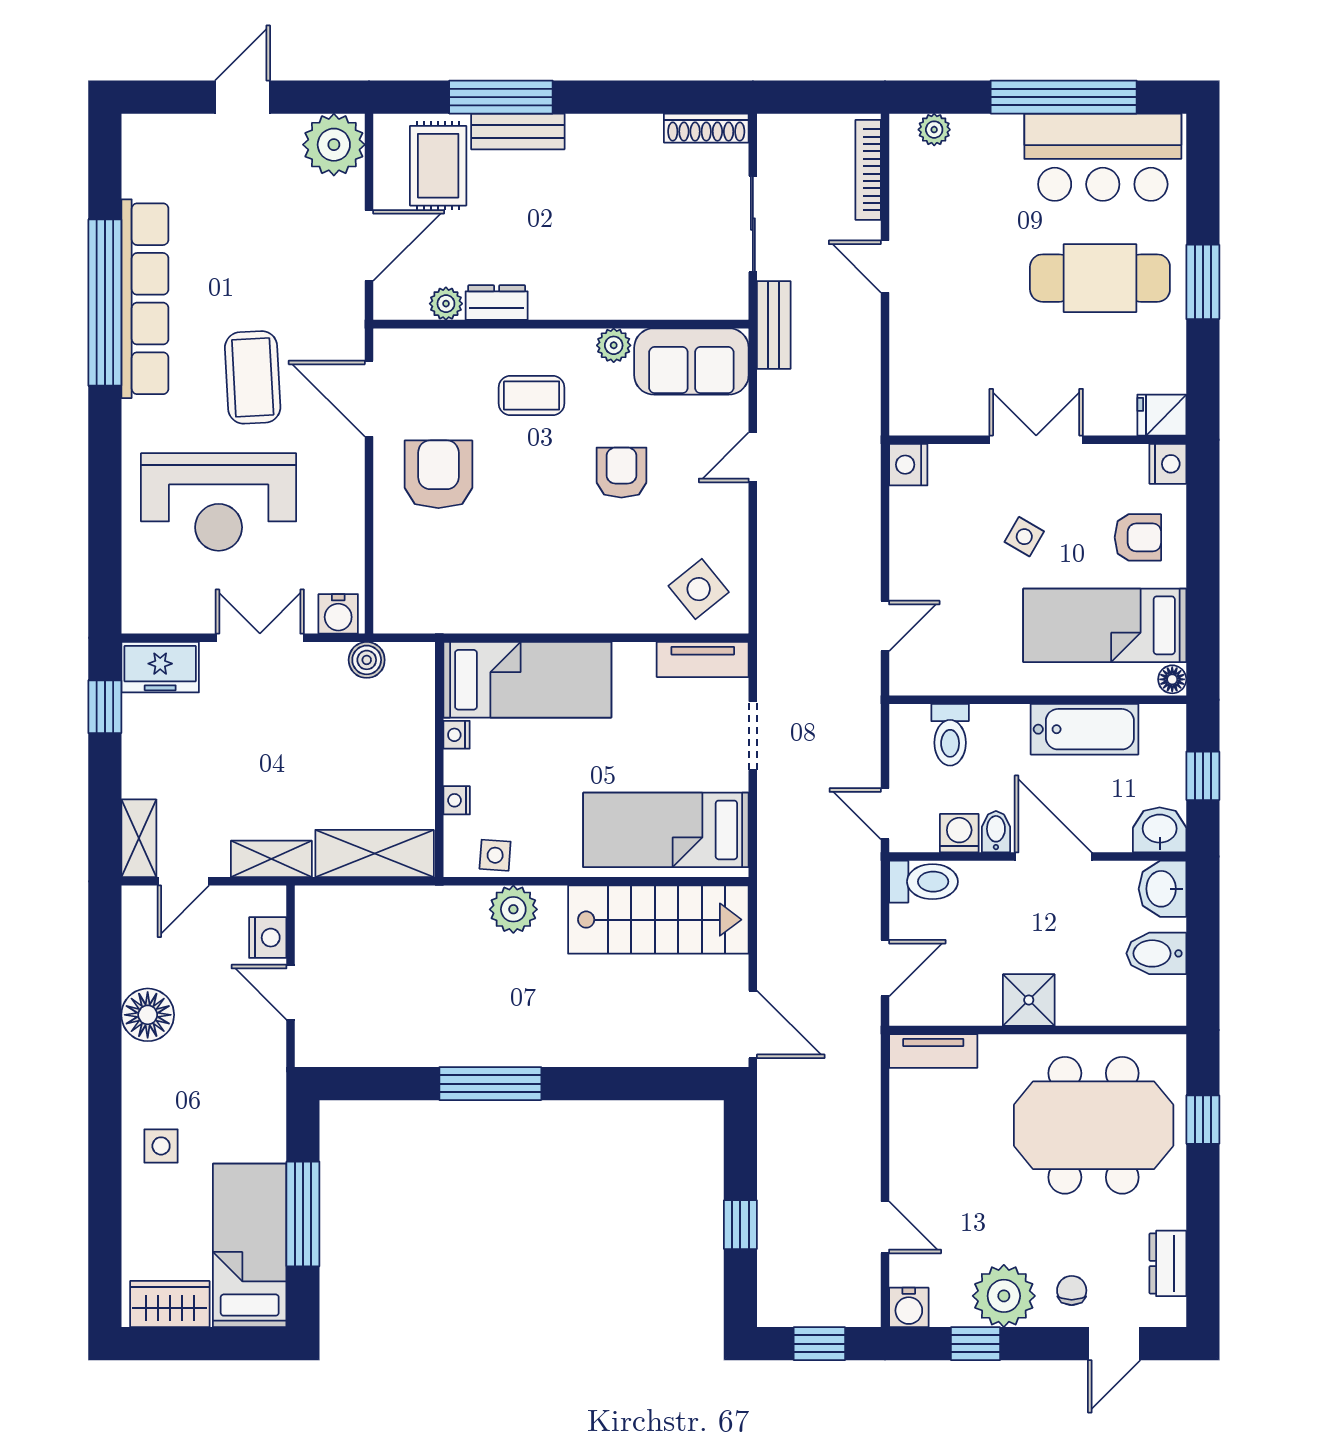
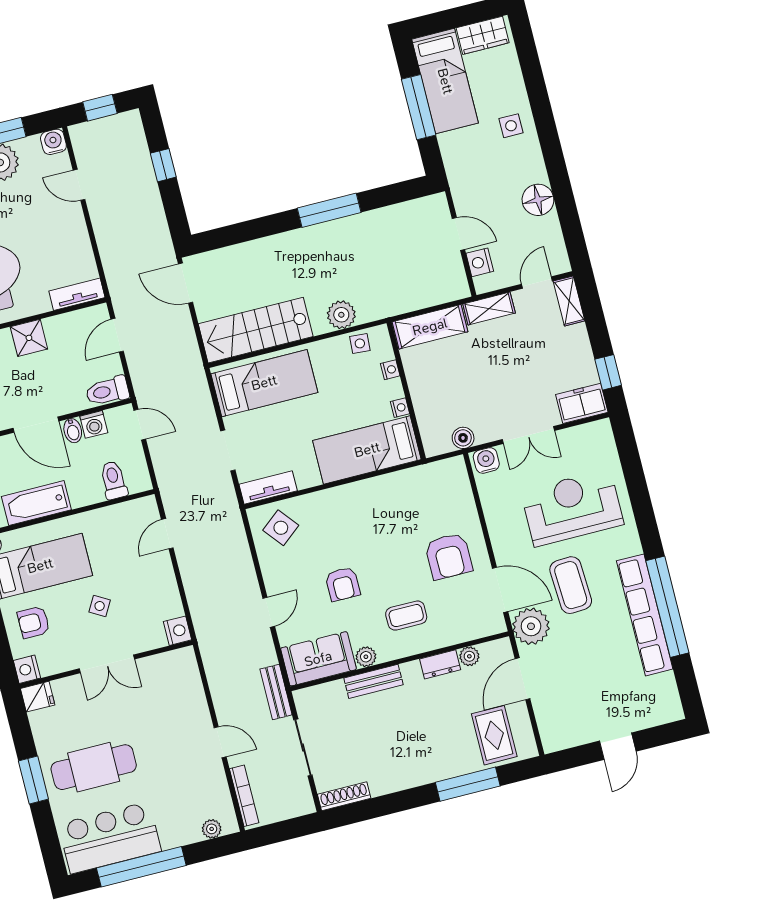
bench: (518, 131) -> (373, 681), moved
plant: (334, 145) -> (531, 626), moved

